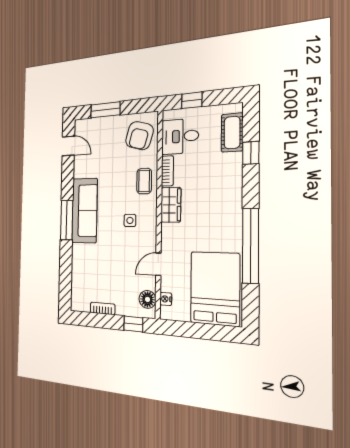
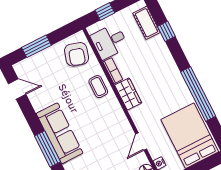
side table: (130, 220) -> (102, 121), removed

